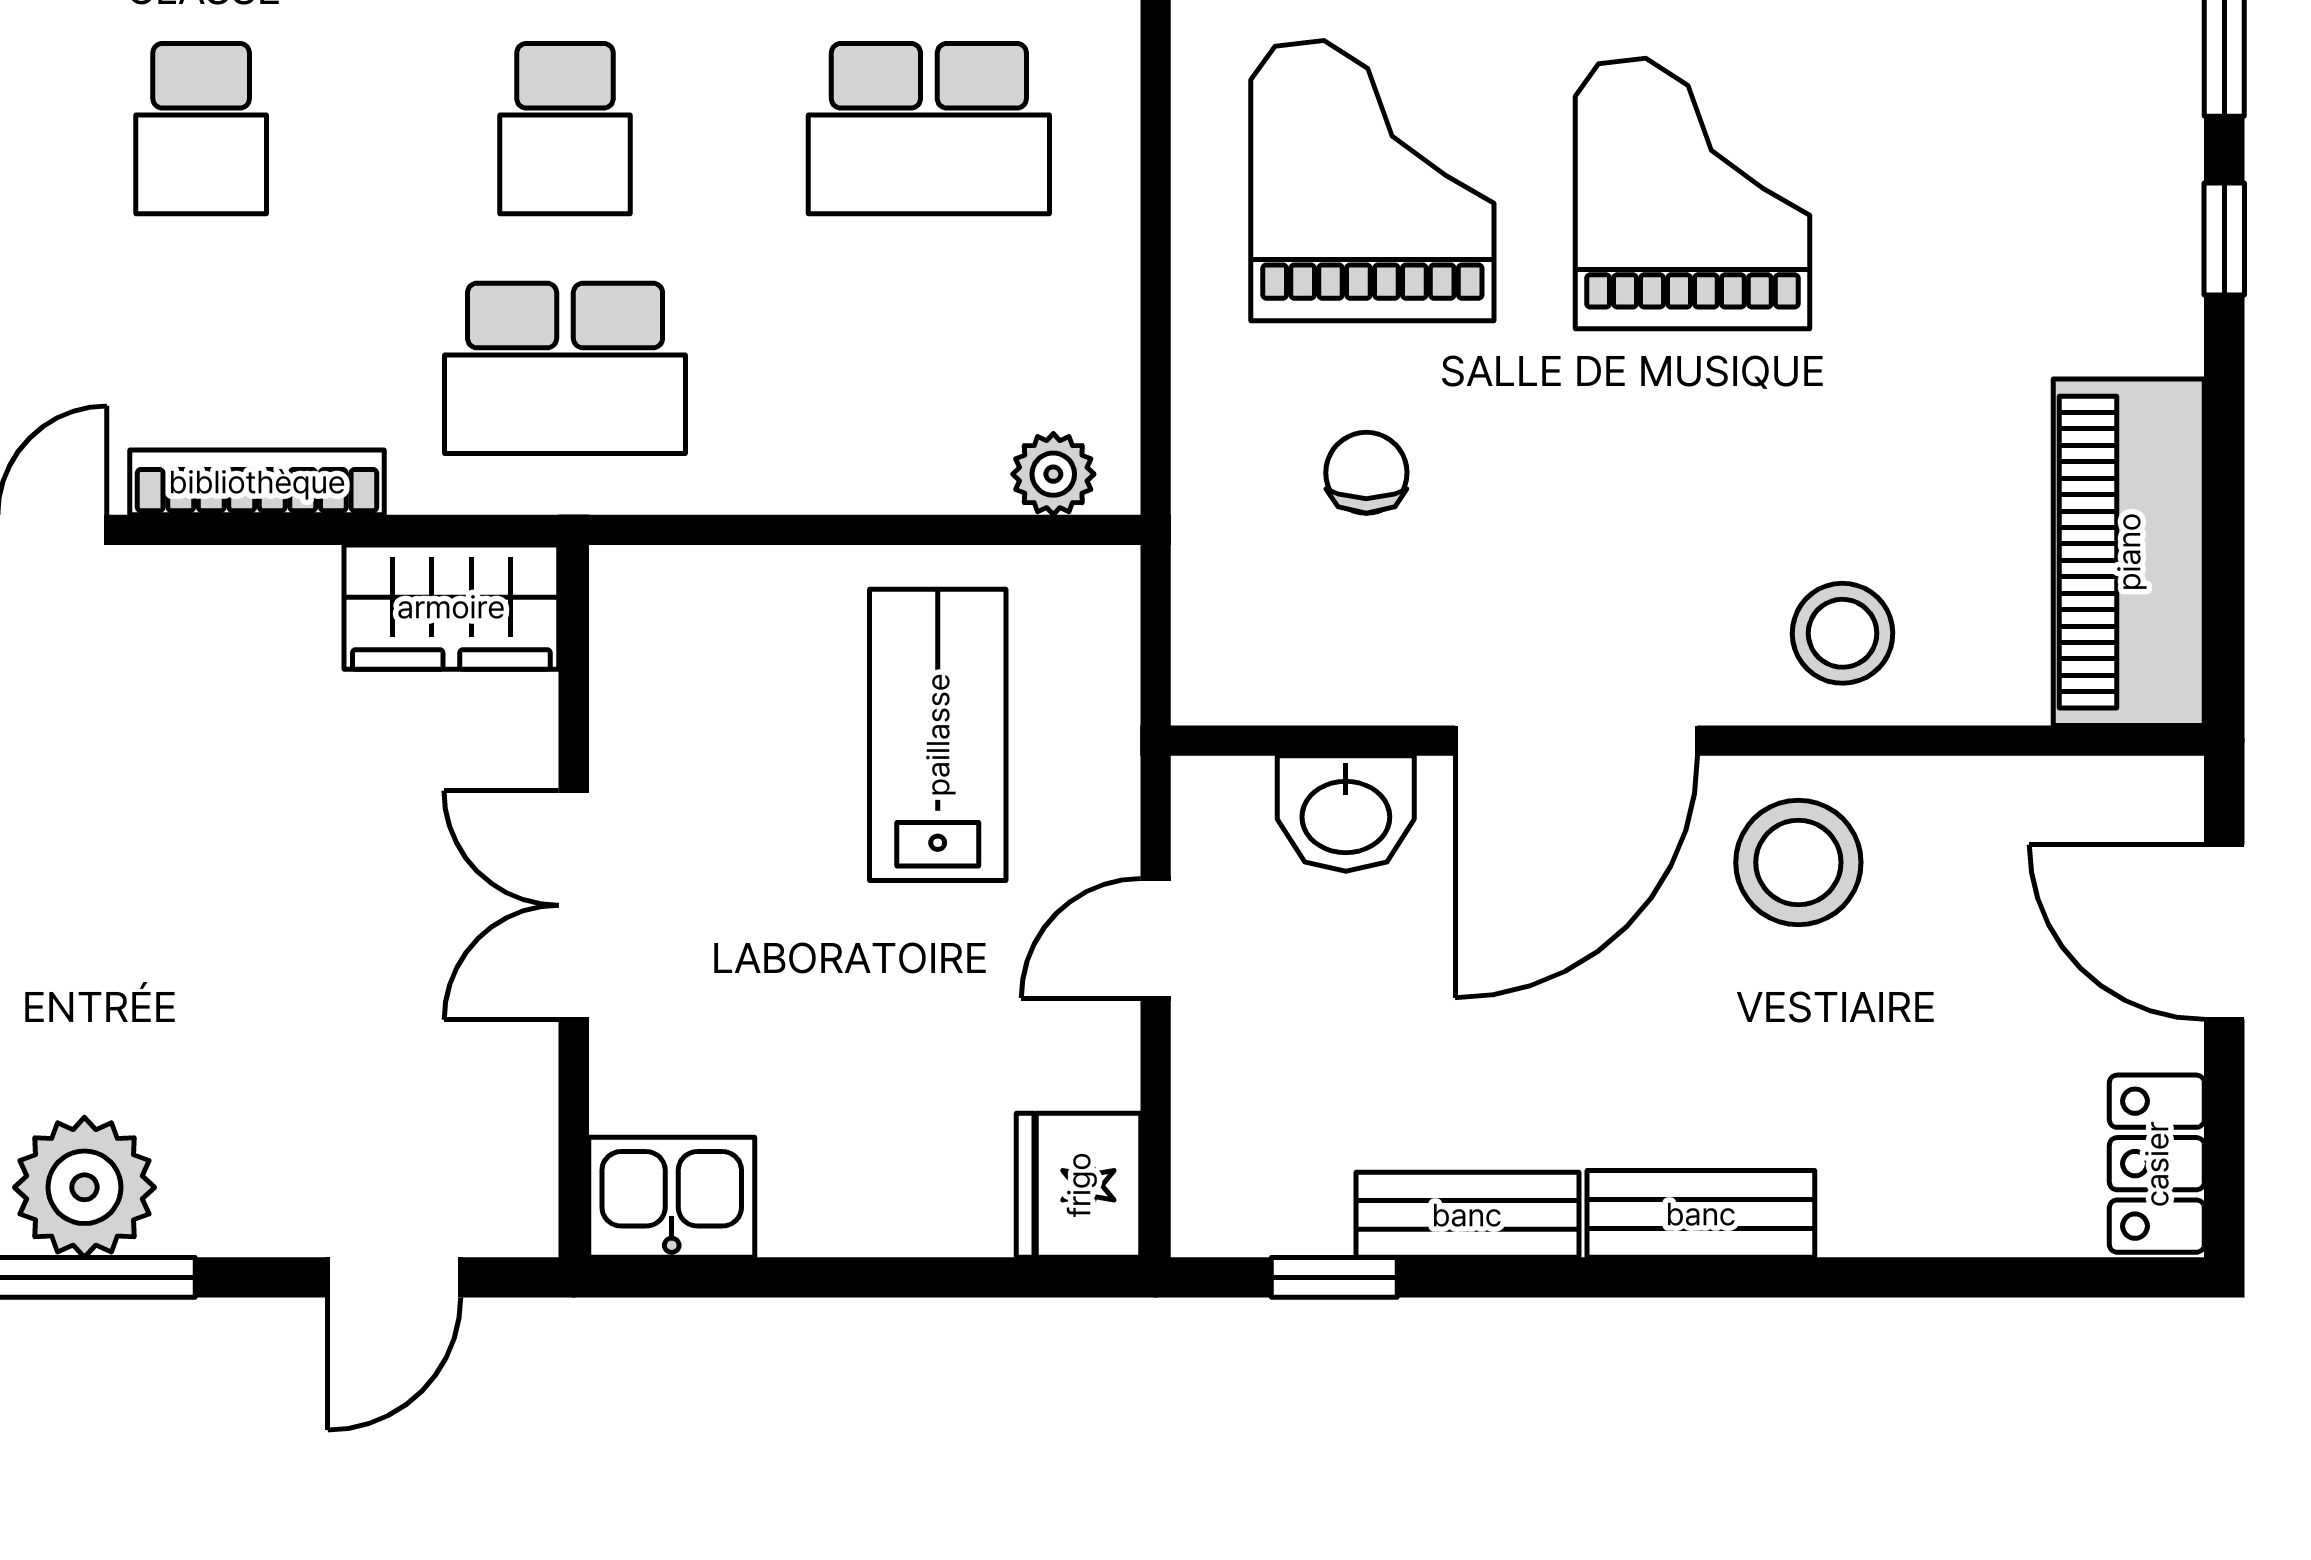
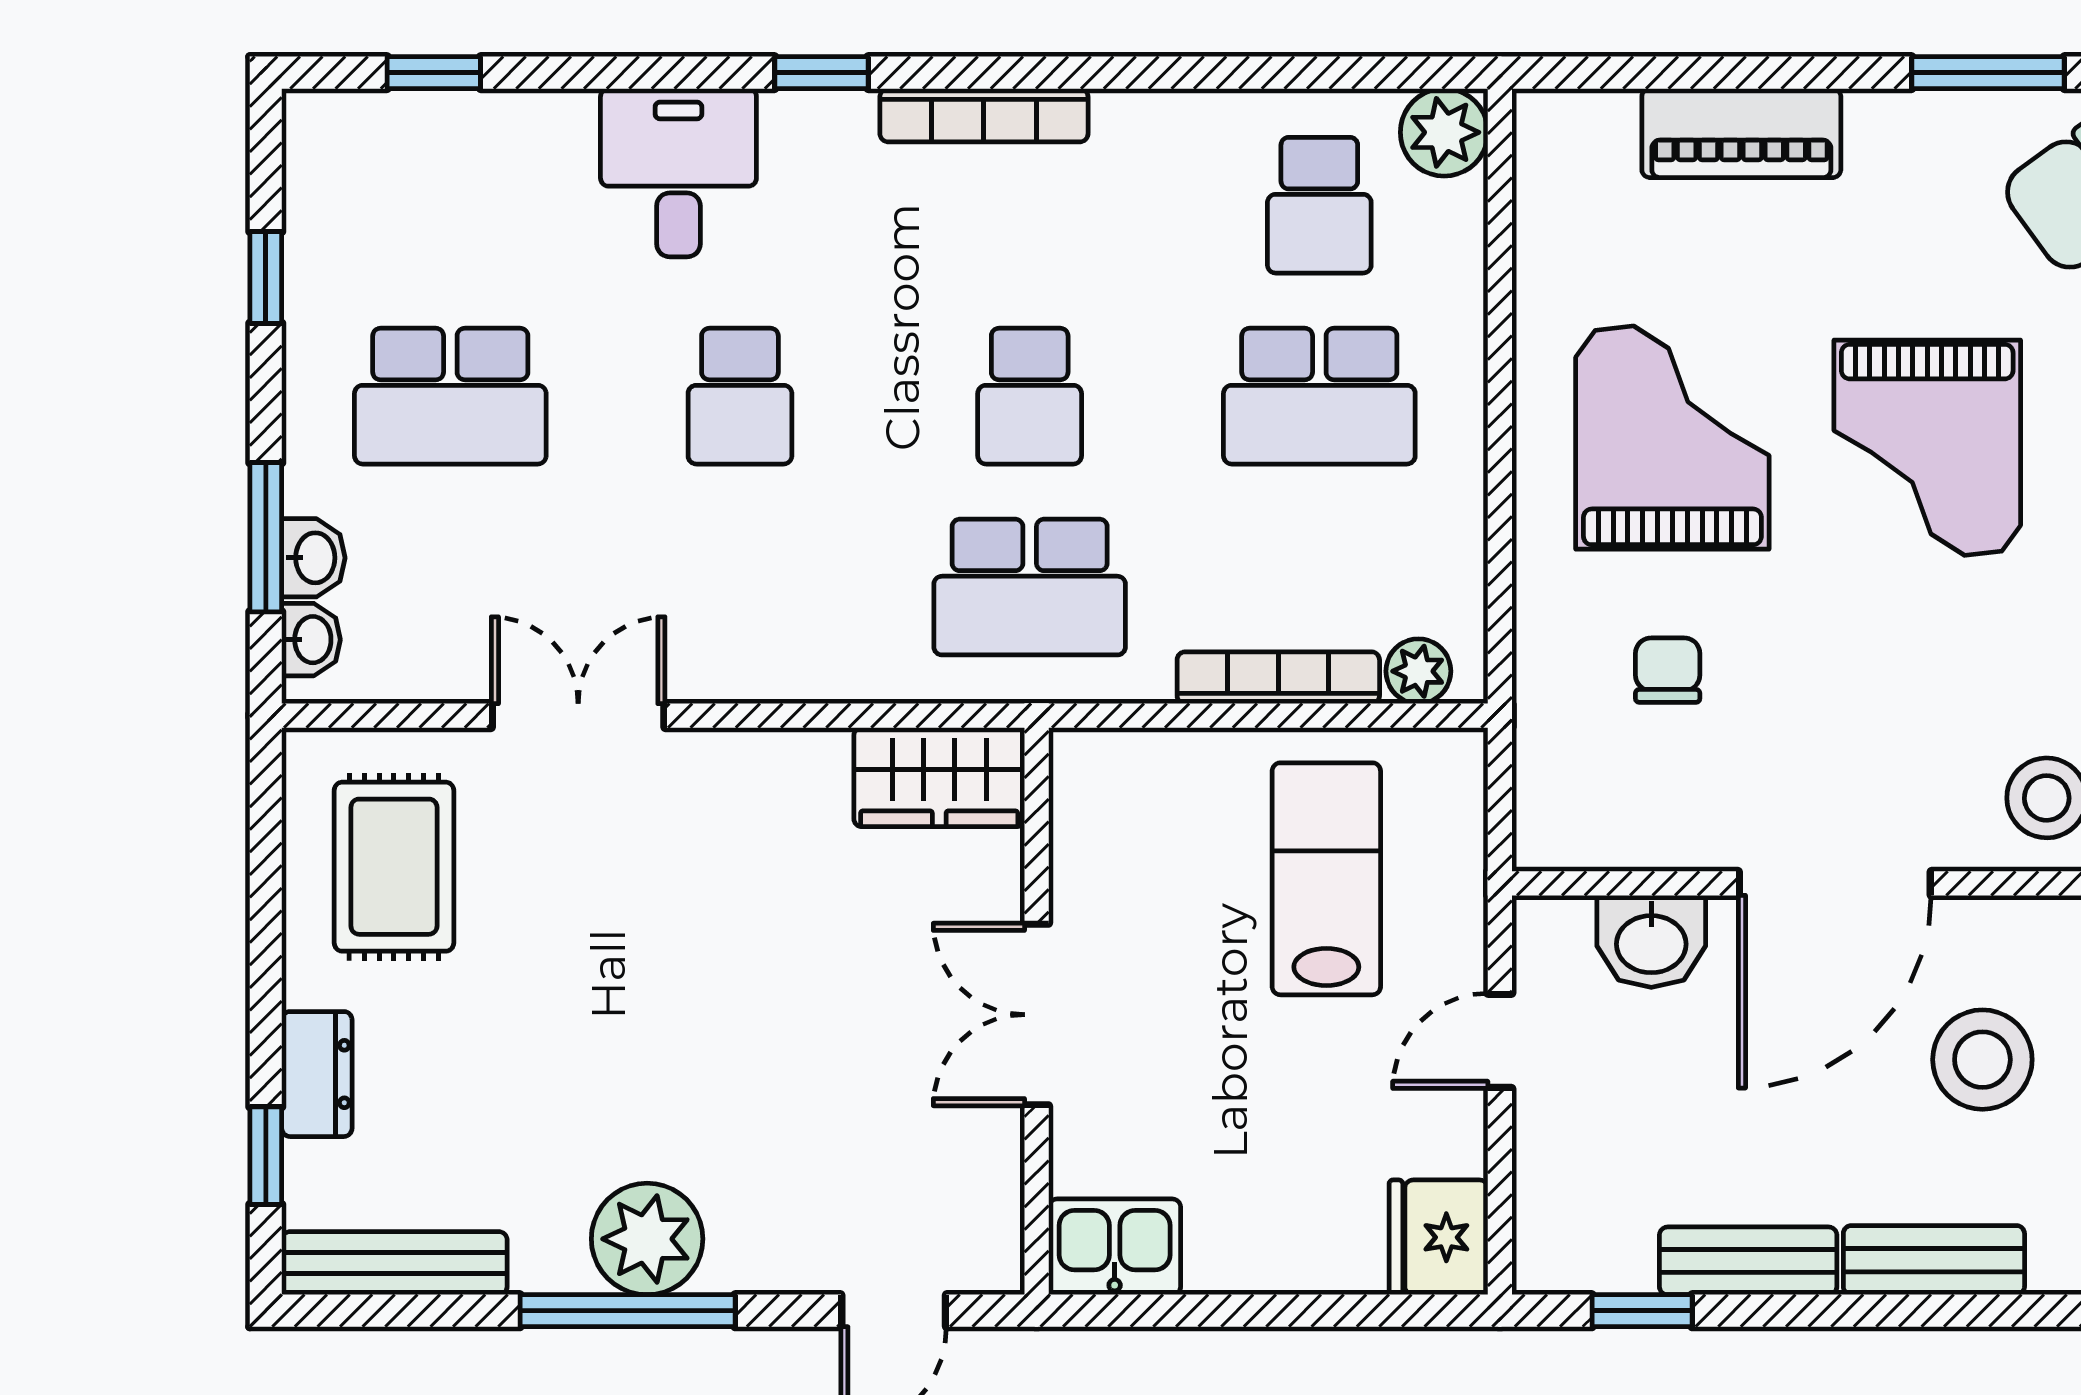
grand piano: (1692, 194) -> (1927, 448), turned 180
bookcase: (257, 482) -> (1278, 678), moved
stool: (1798, 862) -> (1982, 1060), moved

